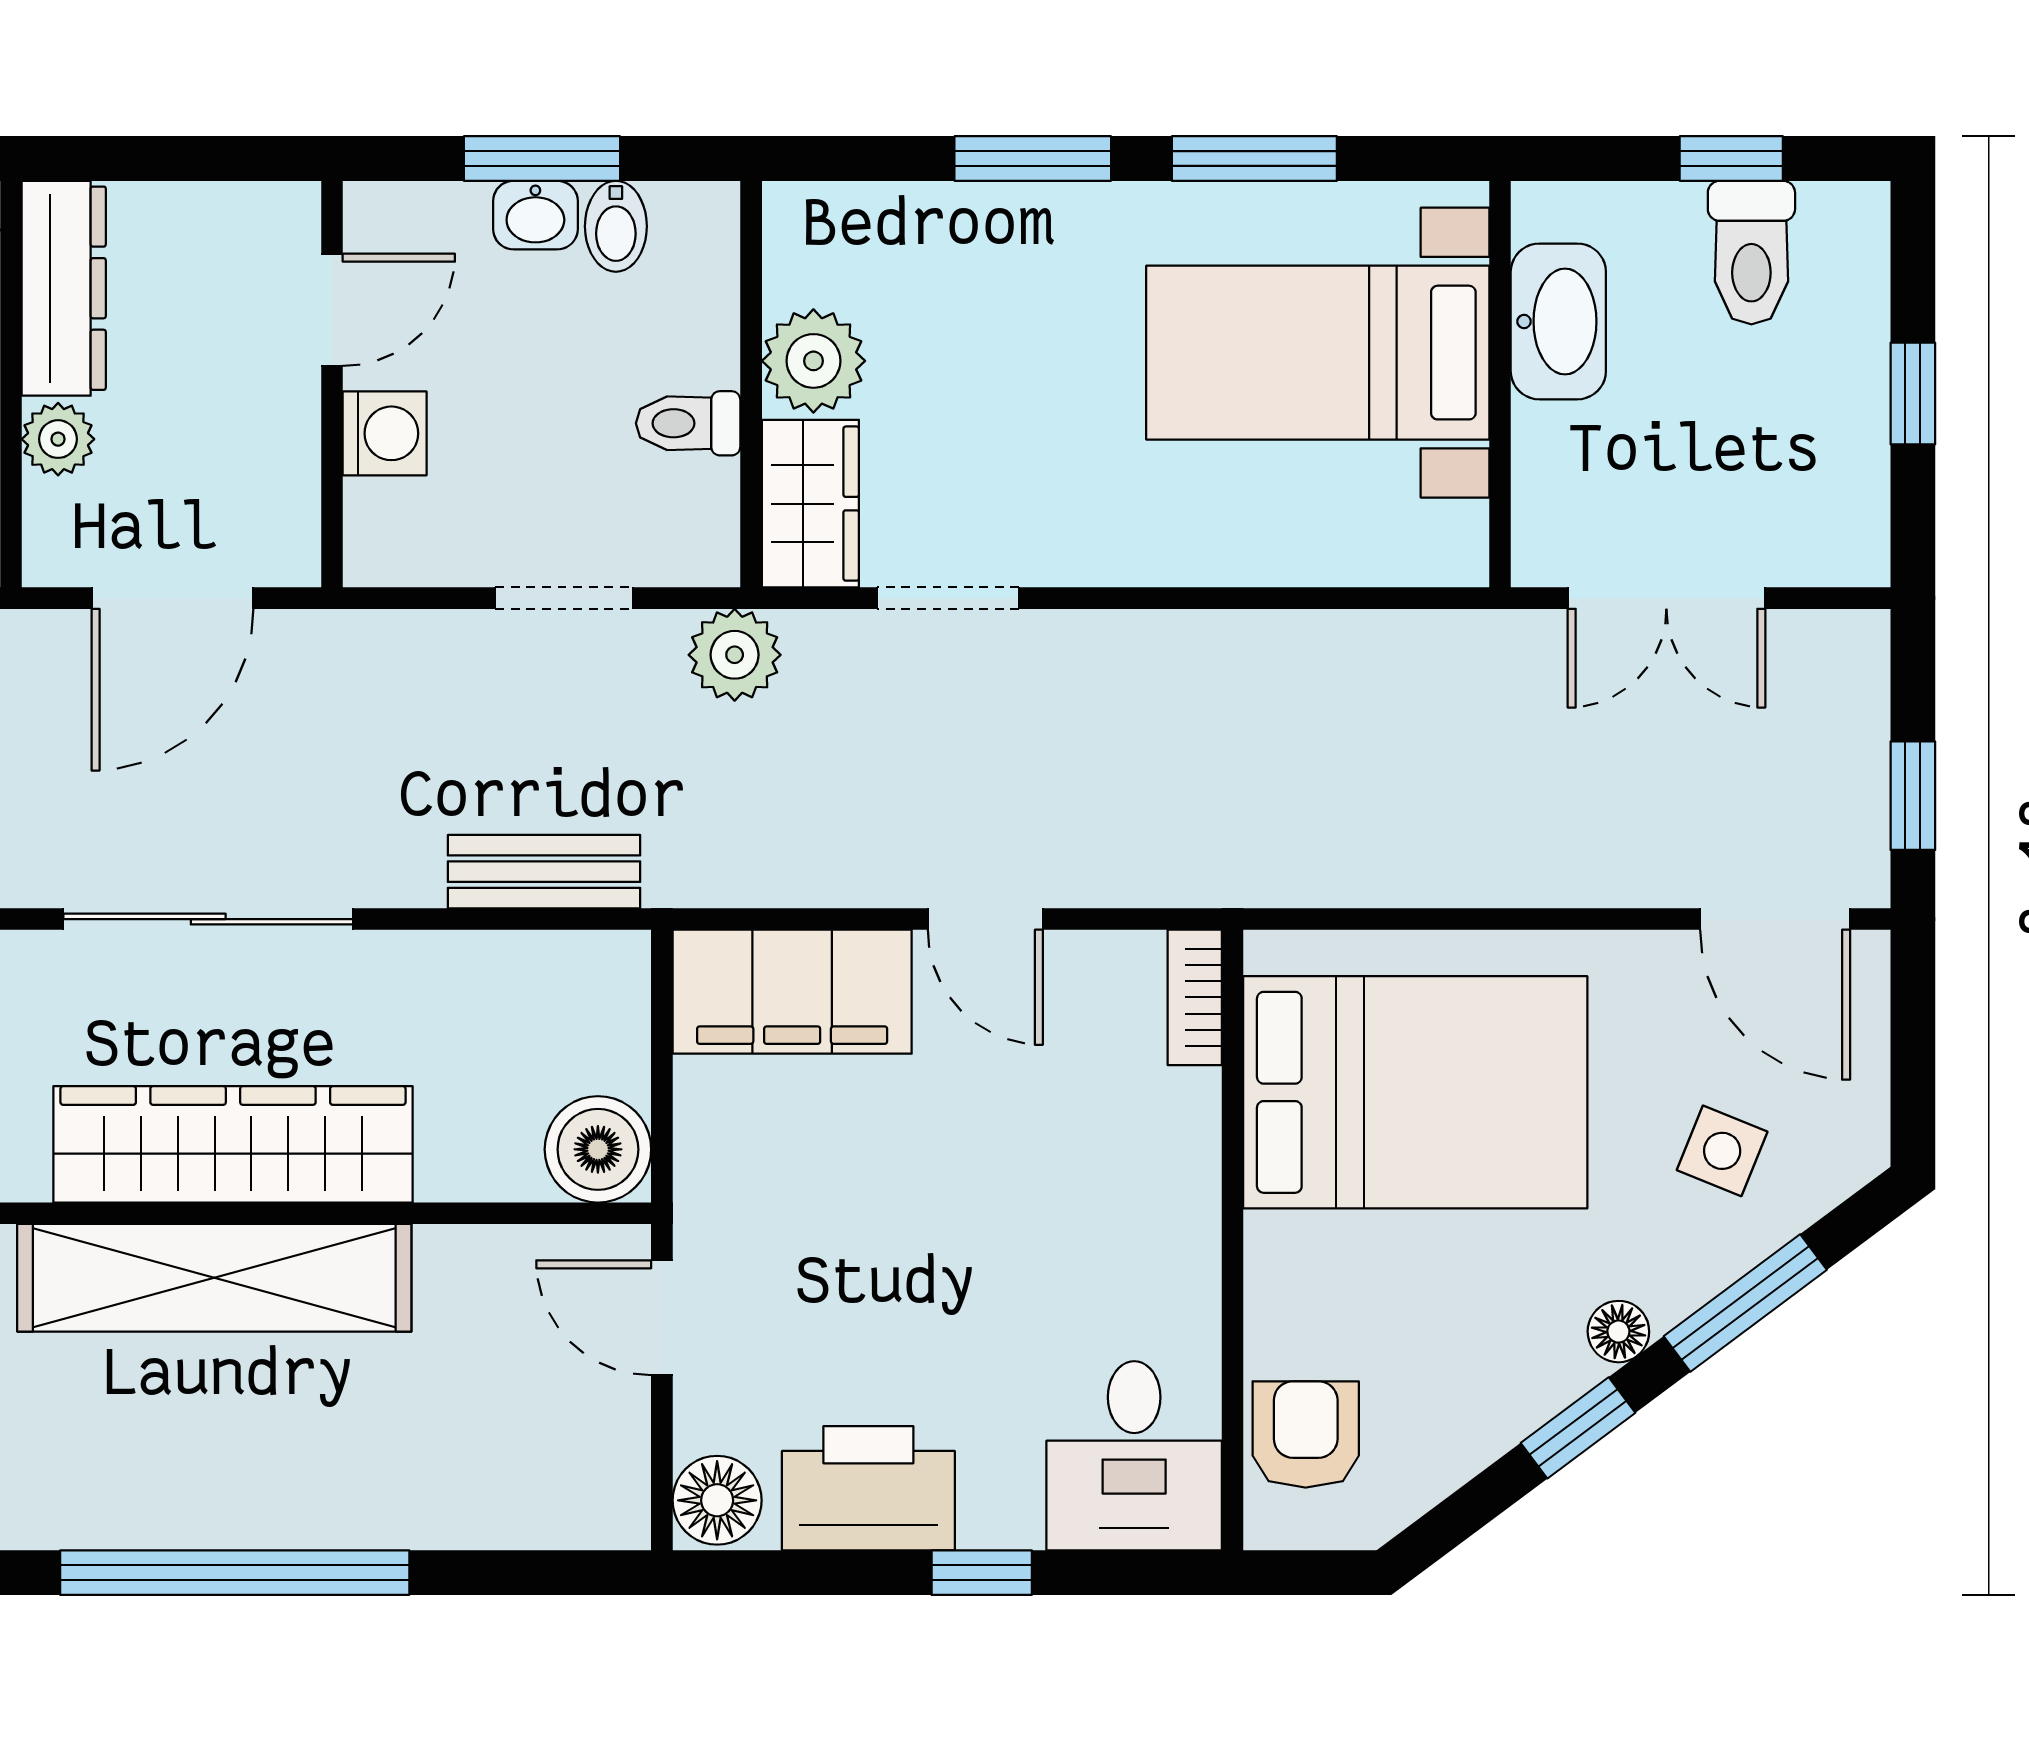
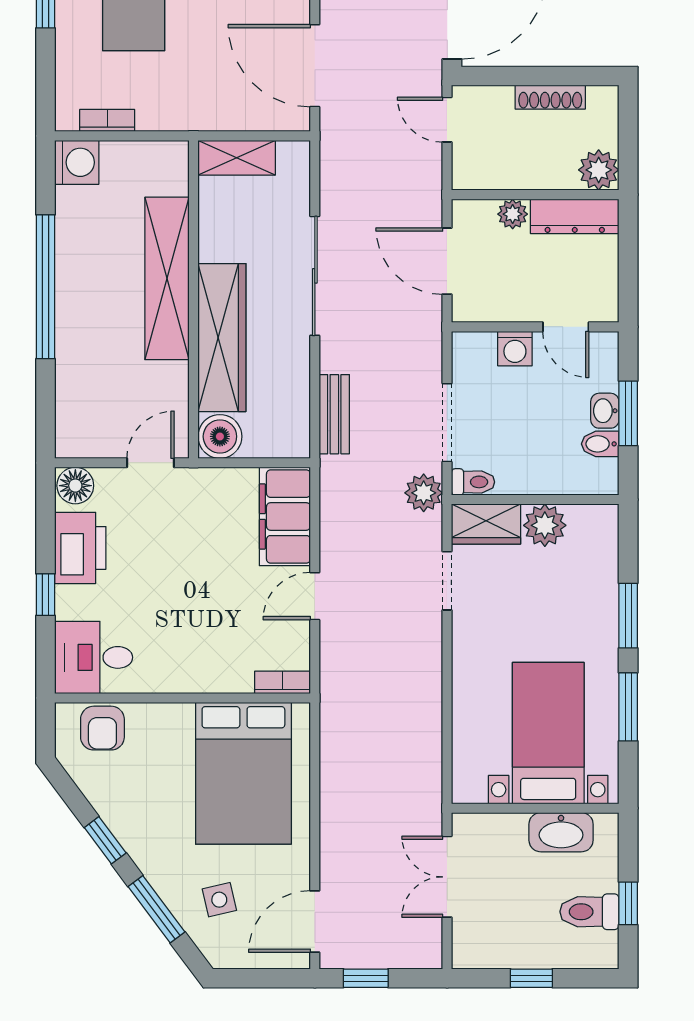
toilet: (688, 423) -> (473, 482), moved, turned 90
doorway: (564, 598) -> (447, 423), width x1.38
wardrobe: (233, 1144) -> (222, 338), moved
side table: (1722, 1151) -> (219, 900), turned -35
floor lamp: (1618, 1332) -> (145, 857), removed
armchair: (1306, 1434) -> (102, 728), turned 90

